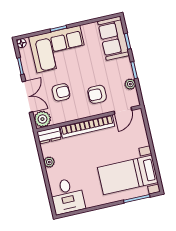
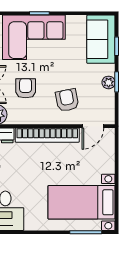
plant: (130, 84) -> (109, 82), moved
armchair: (61, 92) -> (26, 88), turned -90
armchair: (97, 94) -> (67, 100), turned 79

